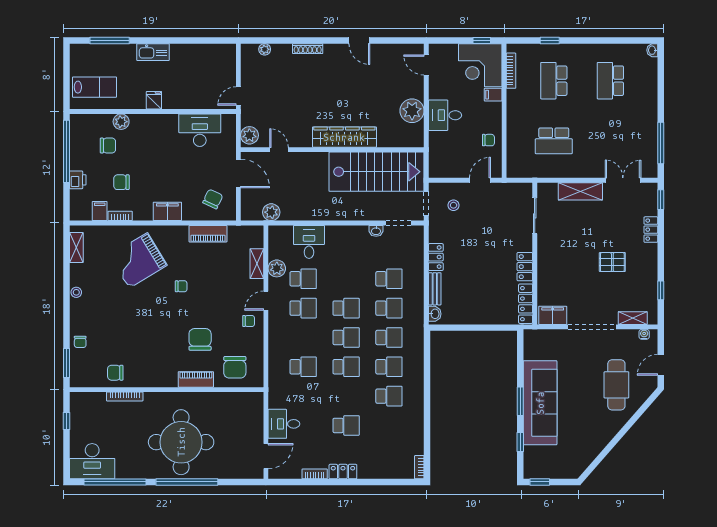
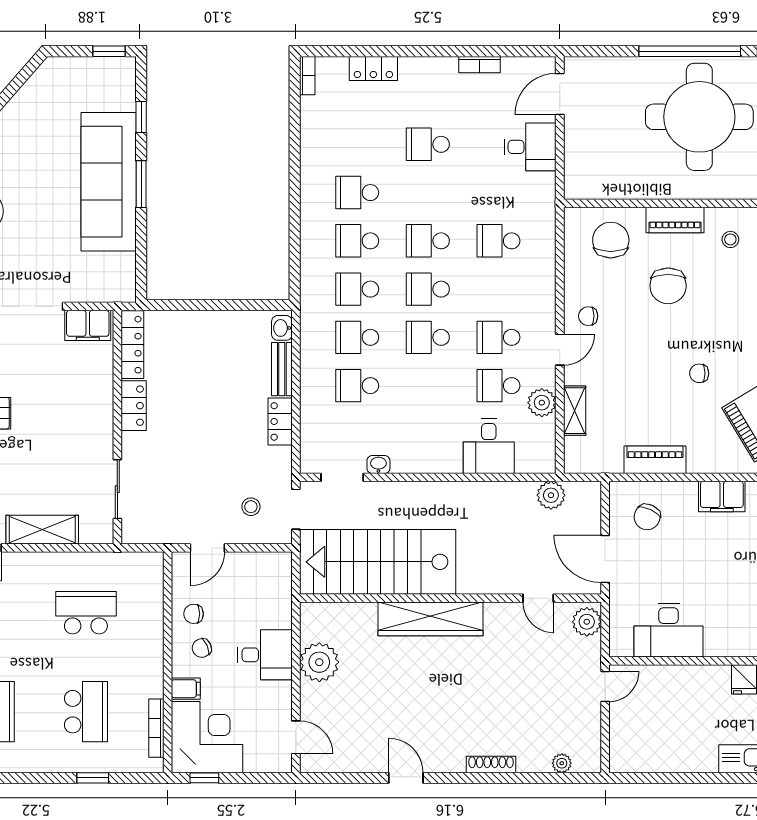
chair: (483, 119) -> (202, 648), added
stool: (162, 368) -> (730, 239), added
locker: (343, 472) -> (373, 68), moved

